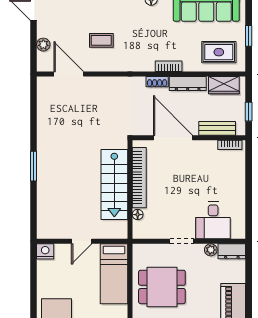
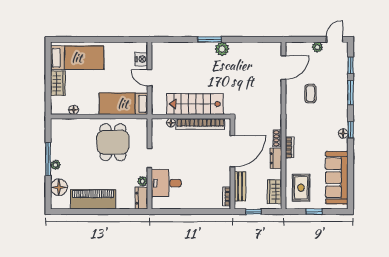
plant: (43, 45) -> (317, 47), moved
dresser: (188, 84) -> (276, 158), width x0.70
plant: (46, 151) -> (222, 49), added
nightstand: (45, 251) -> (141, 59), moved

